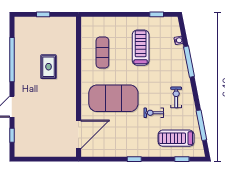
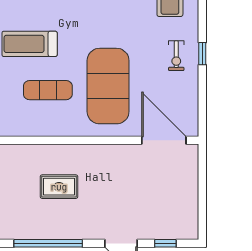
exercise mat: (102, 52) -> (48, 90), moved
exercise bike: (154, 113) -> (176, 56), moved

